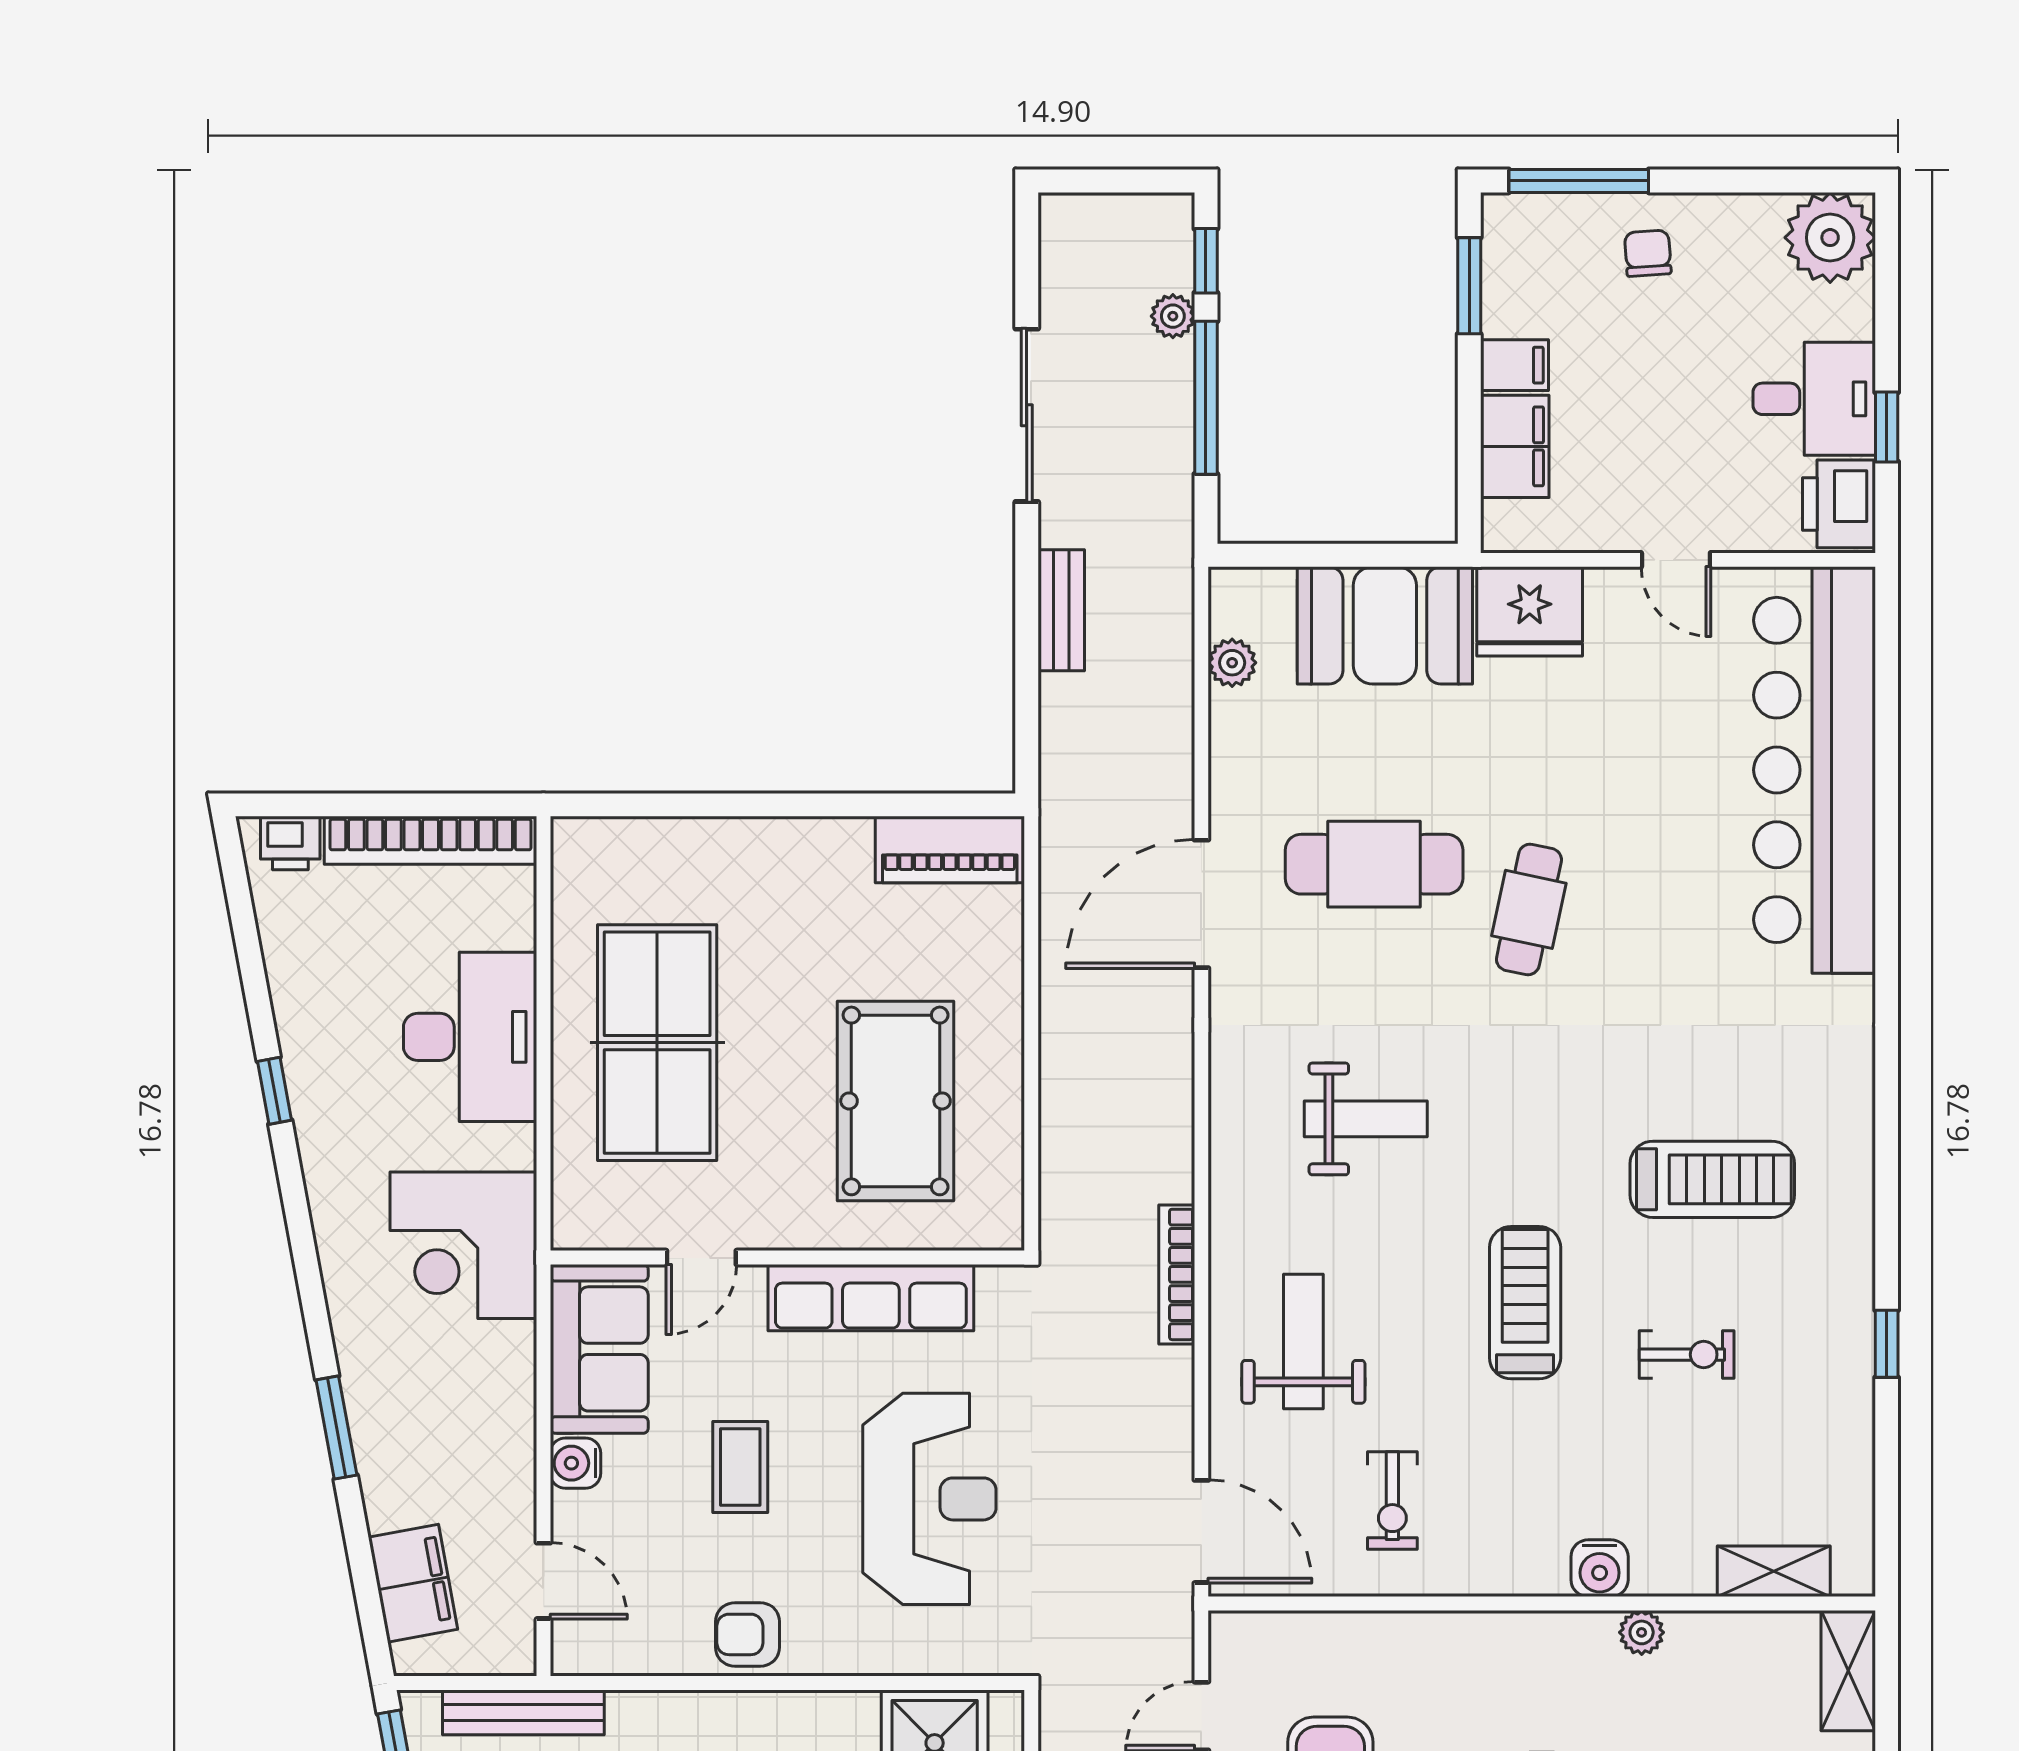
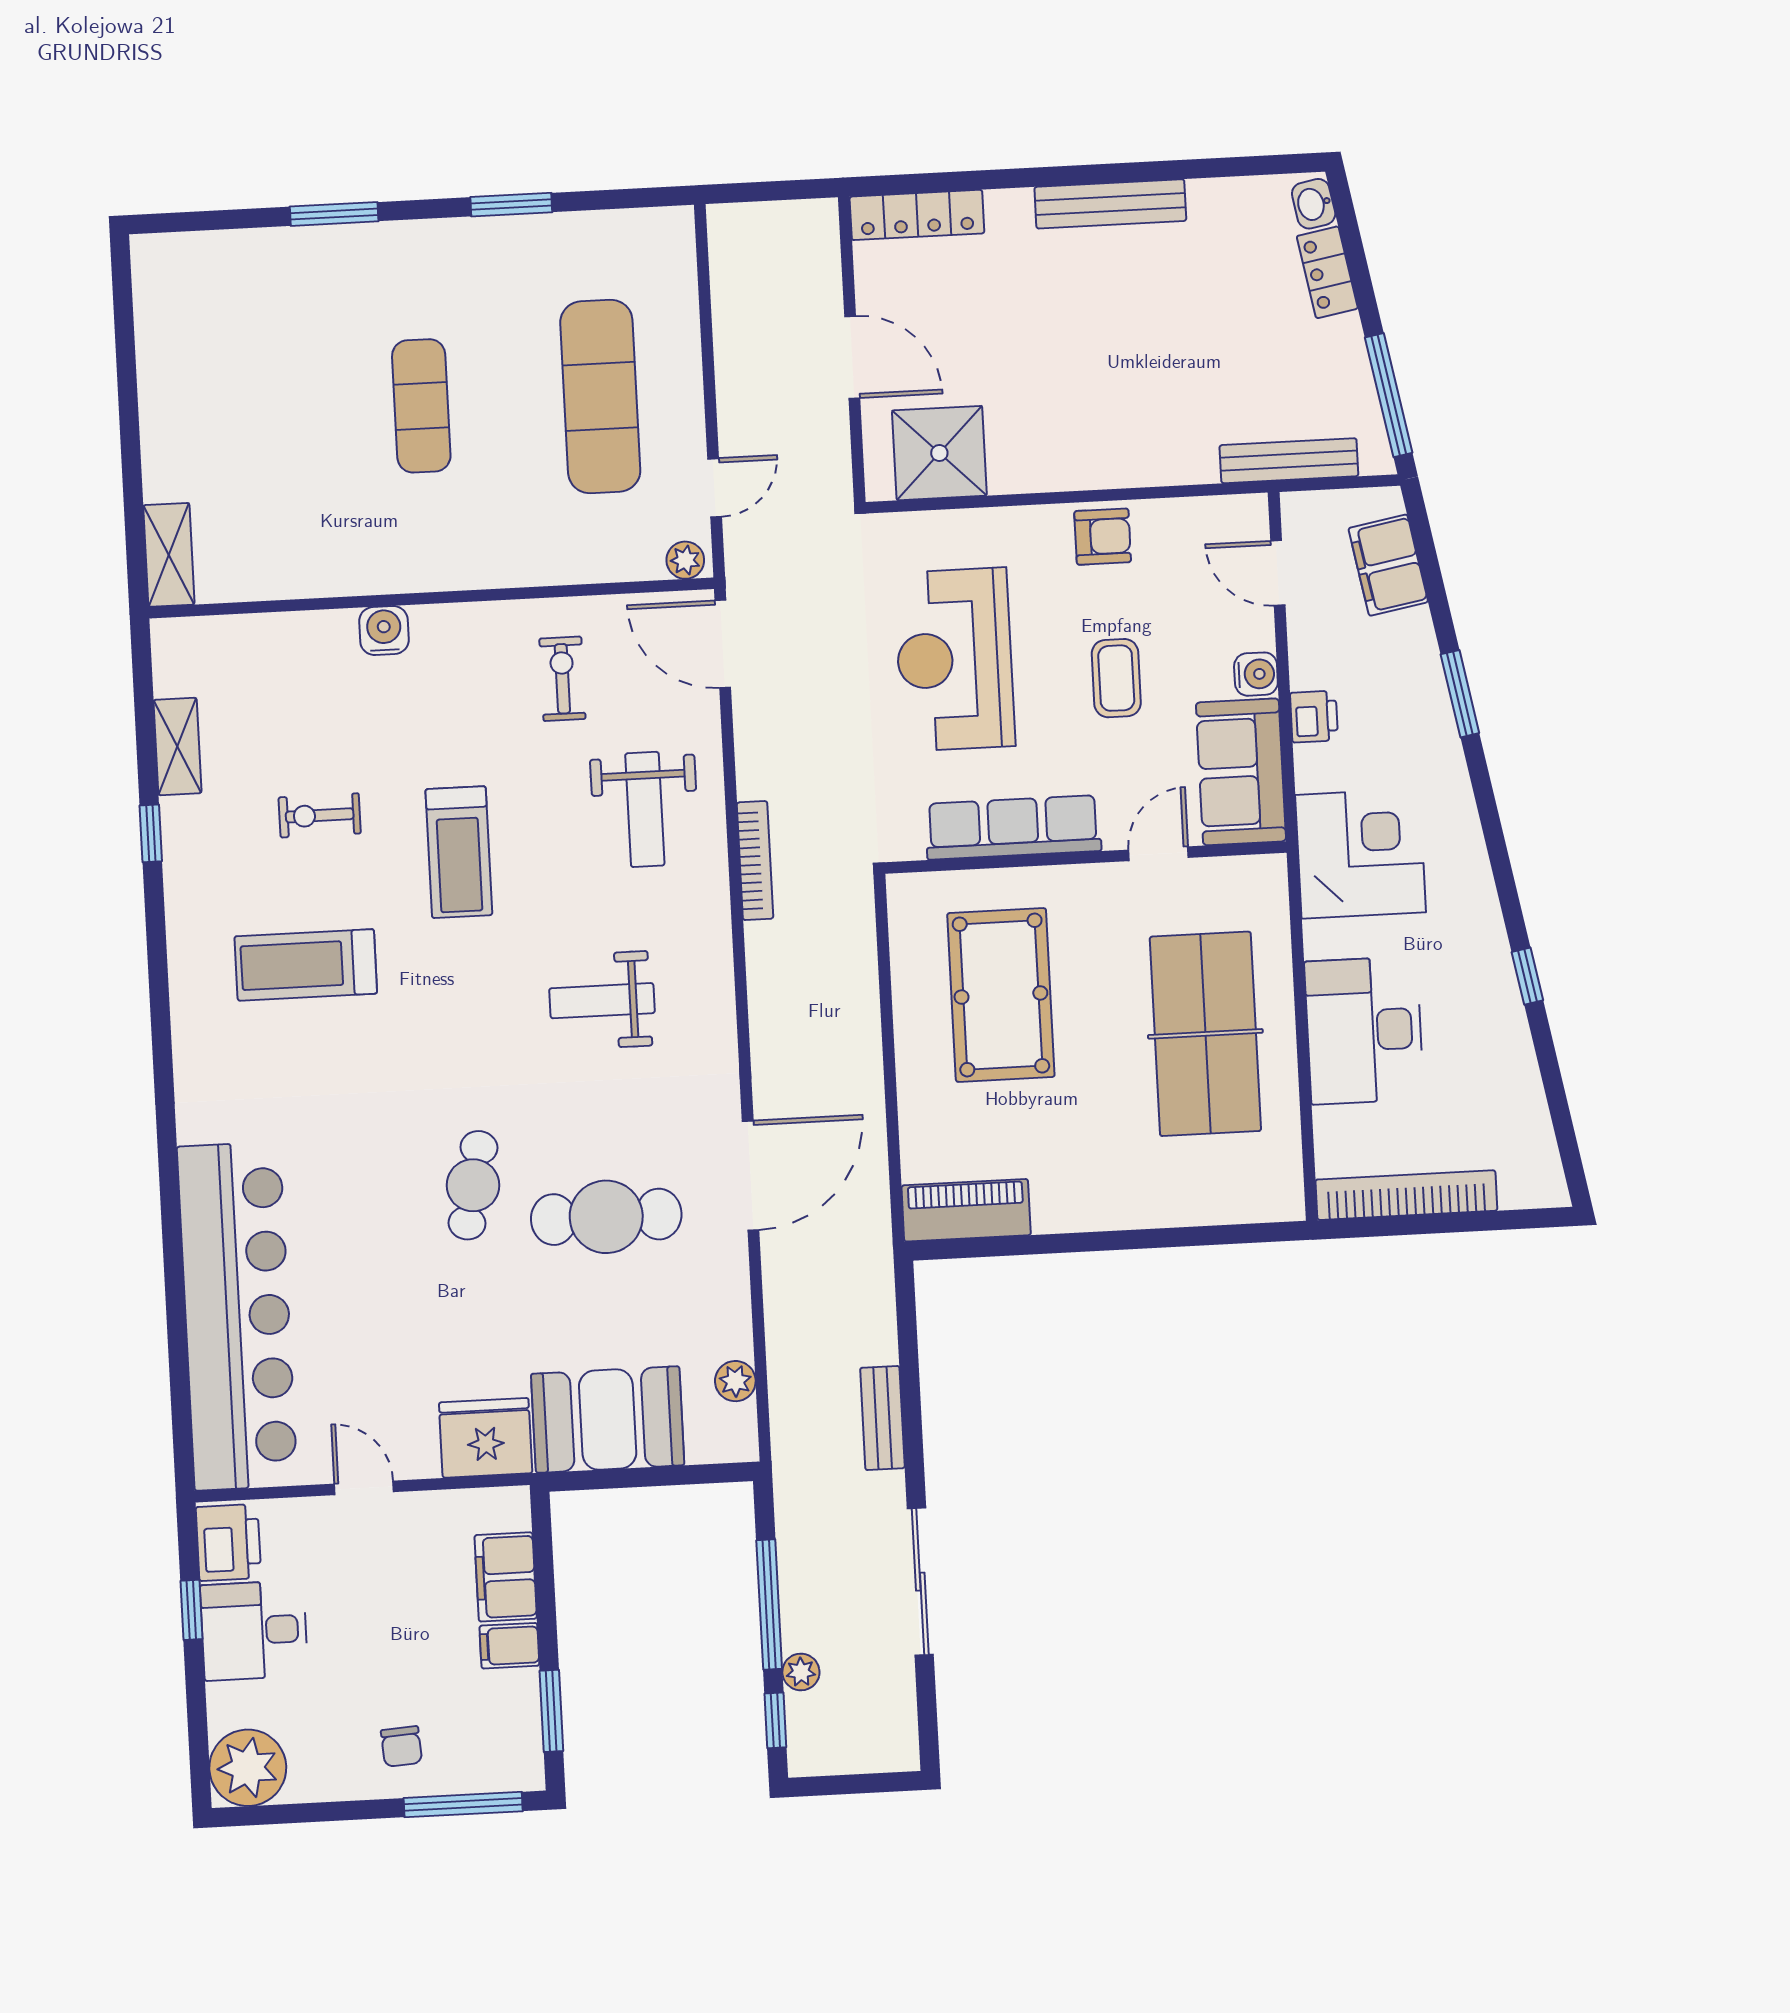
printer: (290, 843) -> (1314, 717), moved, turned 90
shelving: (1774, 1571) -> (177, 747), moved, turned 90
plant: (1642, 1632) -> (685, 560), moved

